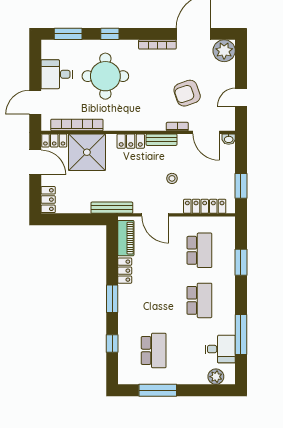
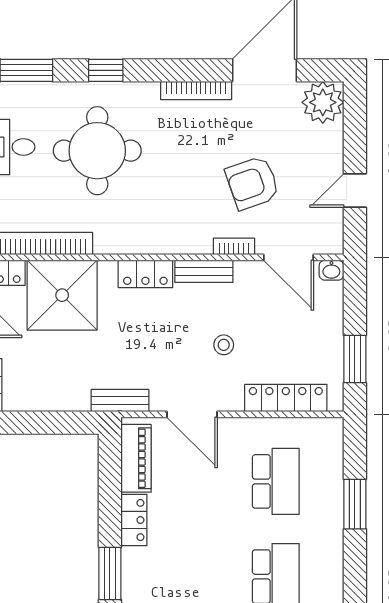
bench: (112, 208) -> (120, 400), width x0.73

